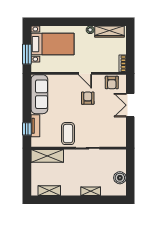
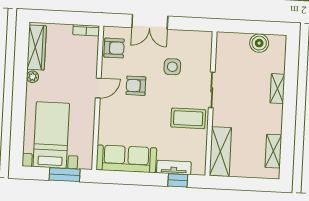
side table: (101, 121) -> (172, 67), added

